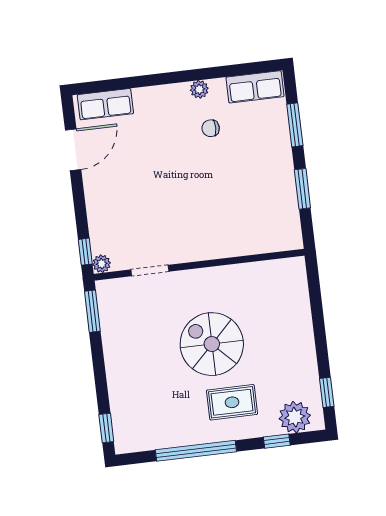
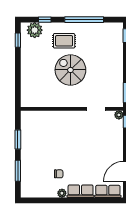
row of seats: (255, 87) -> (81, 191), moved
spiral stairs: (212, 344) -> (70, 70), turned 180

